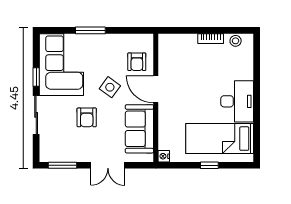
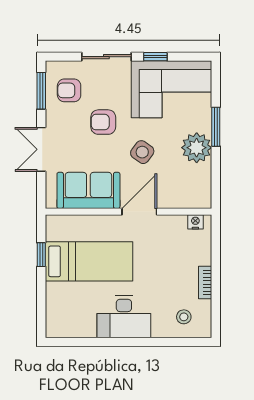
stool: (236, 41) -> (184, 317), moved
plant: (106, 45) -> (197, 148), added
armchair: (137, 62) -> (69, 90), moved
bed: (220, 139) -> (89, 261), moved, turned 90
nightstand: (164, 156) -> (195, 222), moved
window: (209, 165) -> (41, 255), moved

